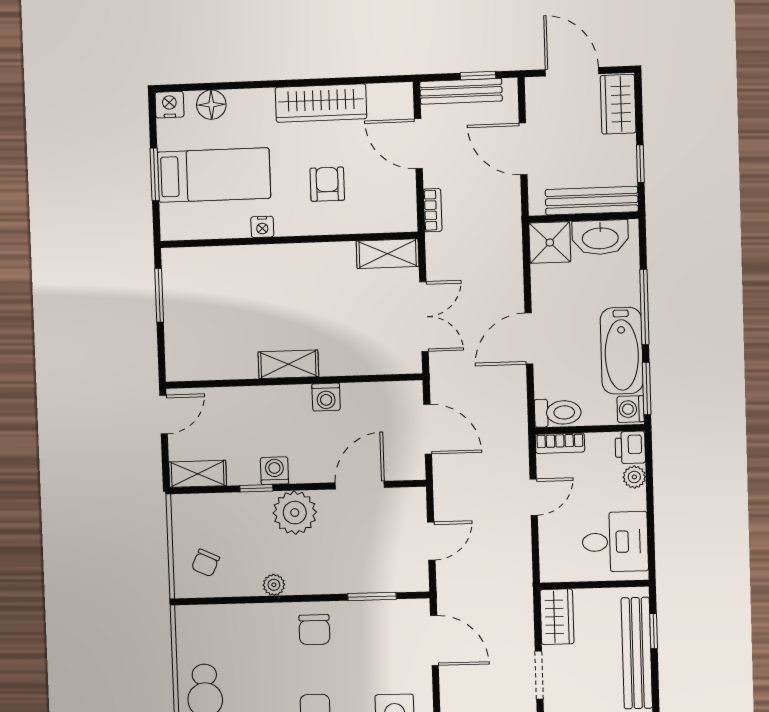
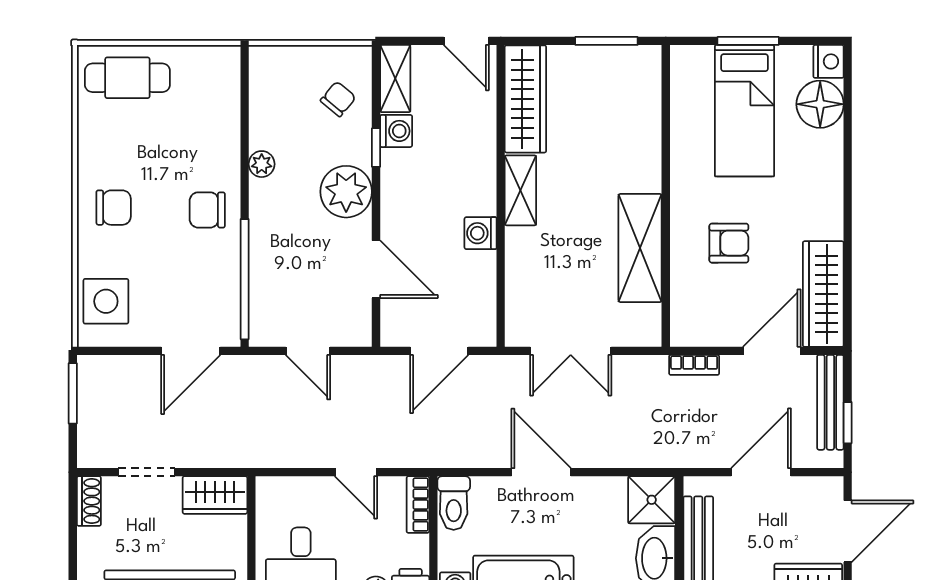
wardrobe: (321, 103) -> (823, 294), moved
floor lamp: (211, 105) -> (820, 104), width x1.38, depth x1.38
nightstand: (262, 227) -> (682, 165), removed
shelving: (388, 254) -> (640, 248), moved, width x1.50, depth x1.33
wardrobe: (211, 363) -> (525, 99), added
washing machine: (274, 471) -> (396, 131), moved
chair: (206, 563) -> (338, 99), moved, turned 105
window: (372, 596) -> (245, 279), width x2.11

